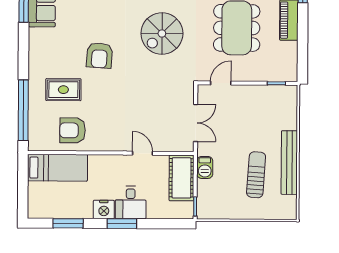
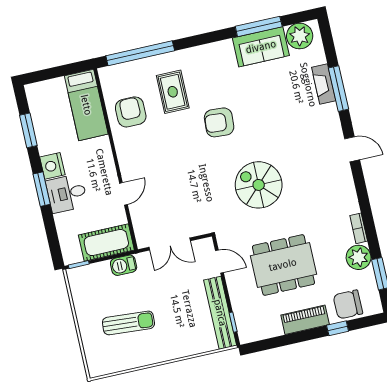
bench: (289, 163) -> (220, 313), moved, turned 90

